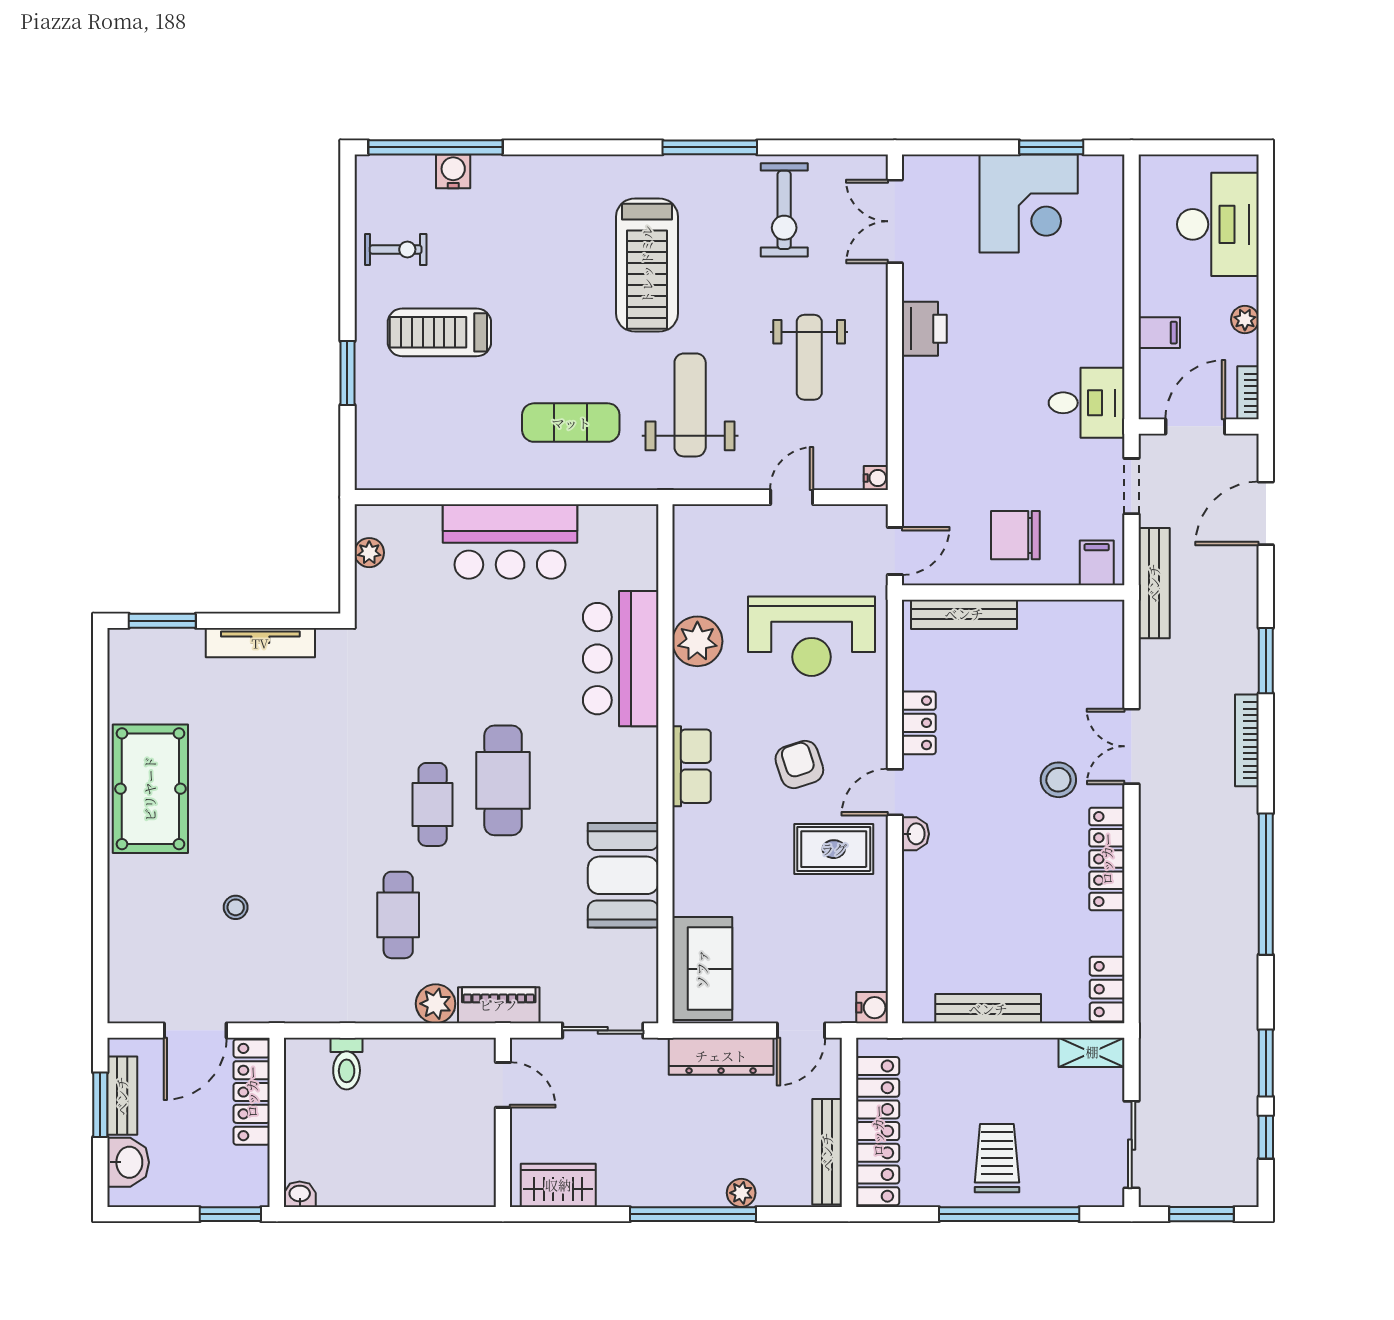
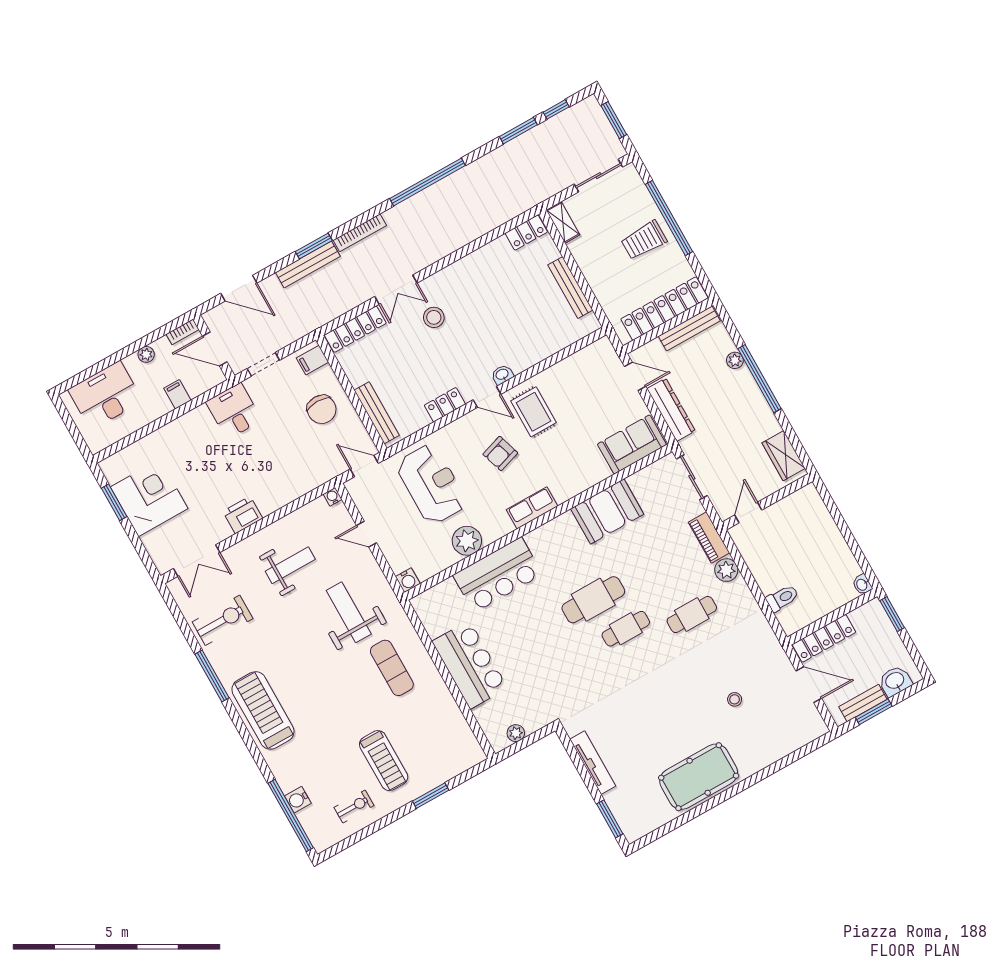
exercise bike: (396, 249) -> (354, 807), turned 90
treadmill: (647, 265) -> (263, 710), moved, turned -90
weight bench: (690, 405) -> (349, 612), turned 90
bench: (1154, 583) -> (308, 264), moved
locker: (1107, 859) -> (355, 329), moved
water cooler: (872, 1008) -> (408, 580), moved, turned 180

